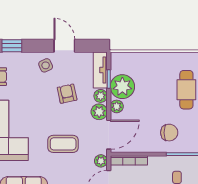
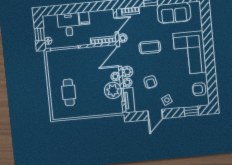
door: (64, 46) -> (155, 115), hinge flipped
chair: (169, 133) -> (78, 62), removed

